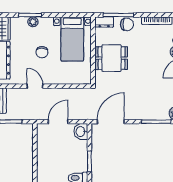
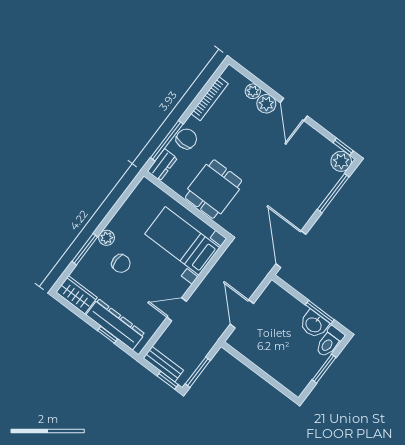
plant: (33, 22) -> (107, 238), moved
bed with nightstands: (72, 39) -> (182, 241), moved, turned 180
chair: (42, 52) -> (121, 263), moved
washbasin: (81, 131) -> (314, 324), moved

